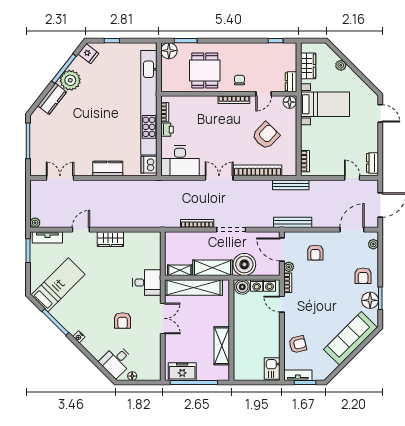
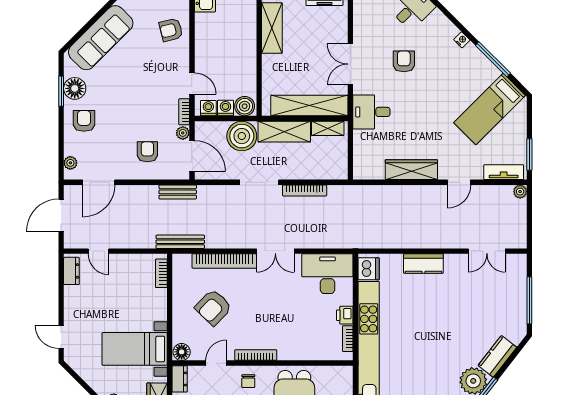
bench: (293, 222) -> (178, 192), width x0.73
wardrobe: (110, 239) -> (411, 170), width x1.50

